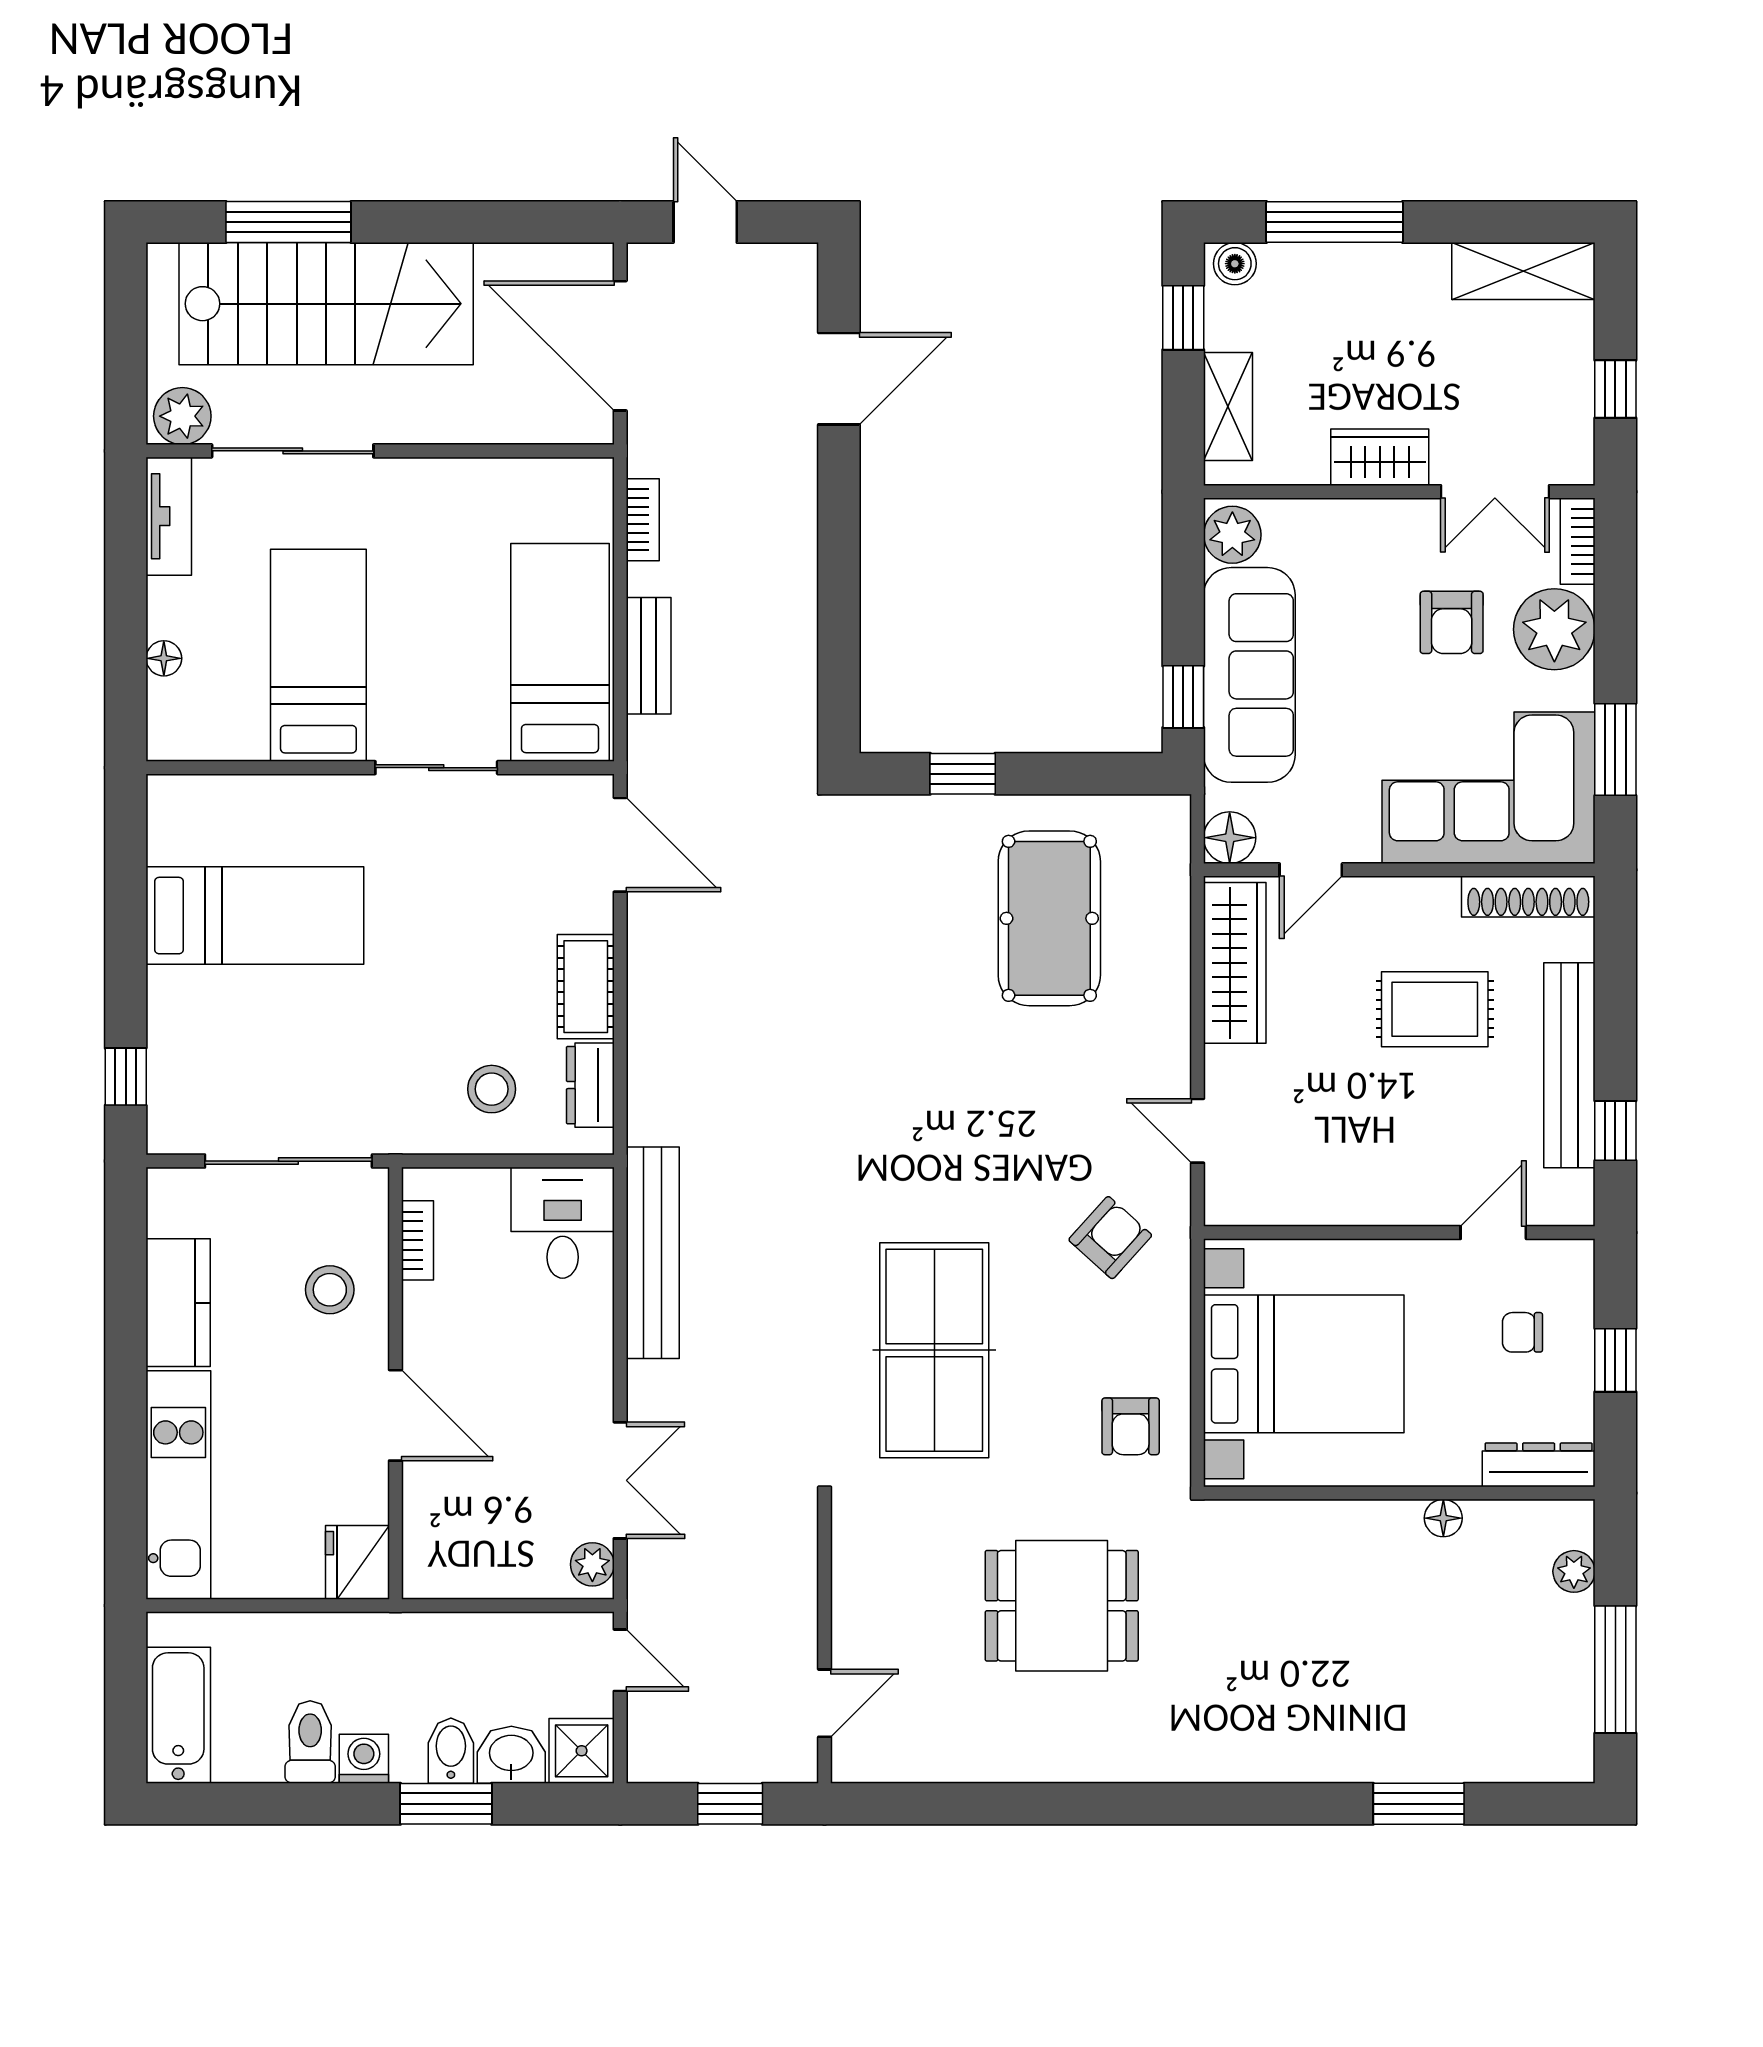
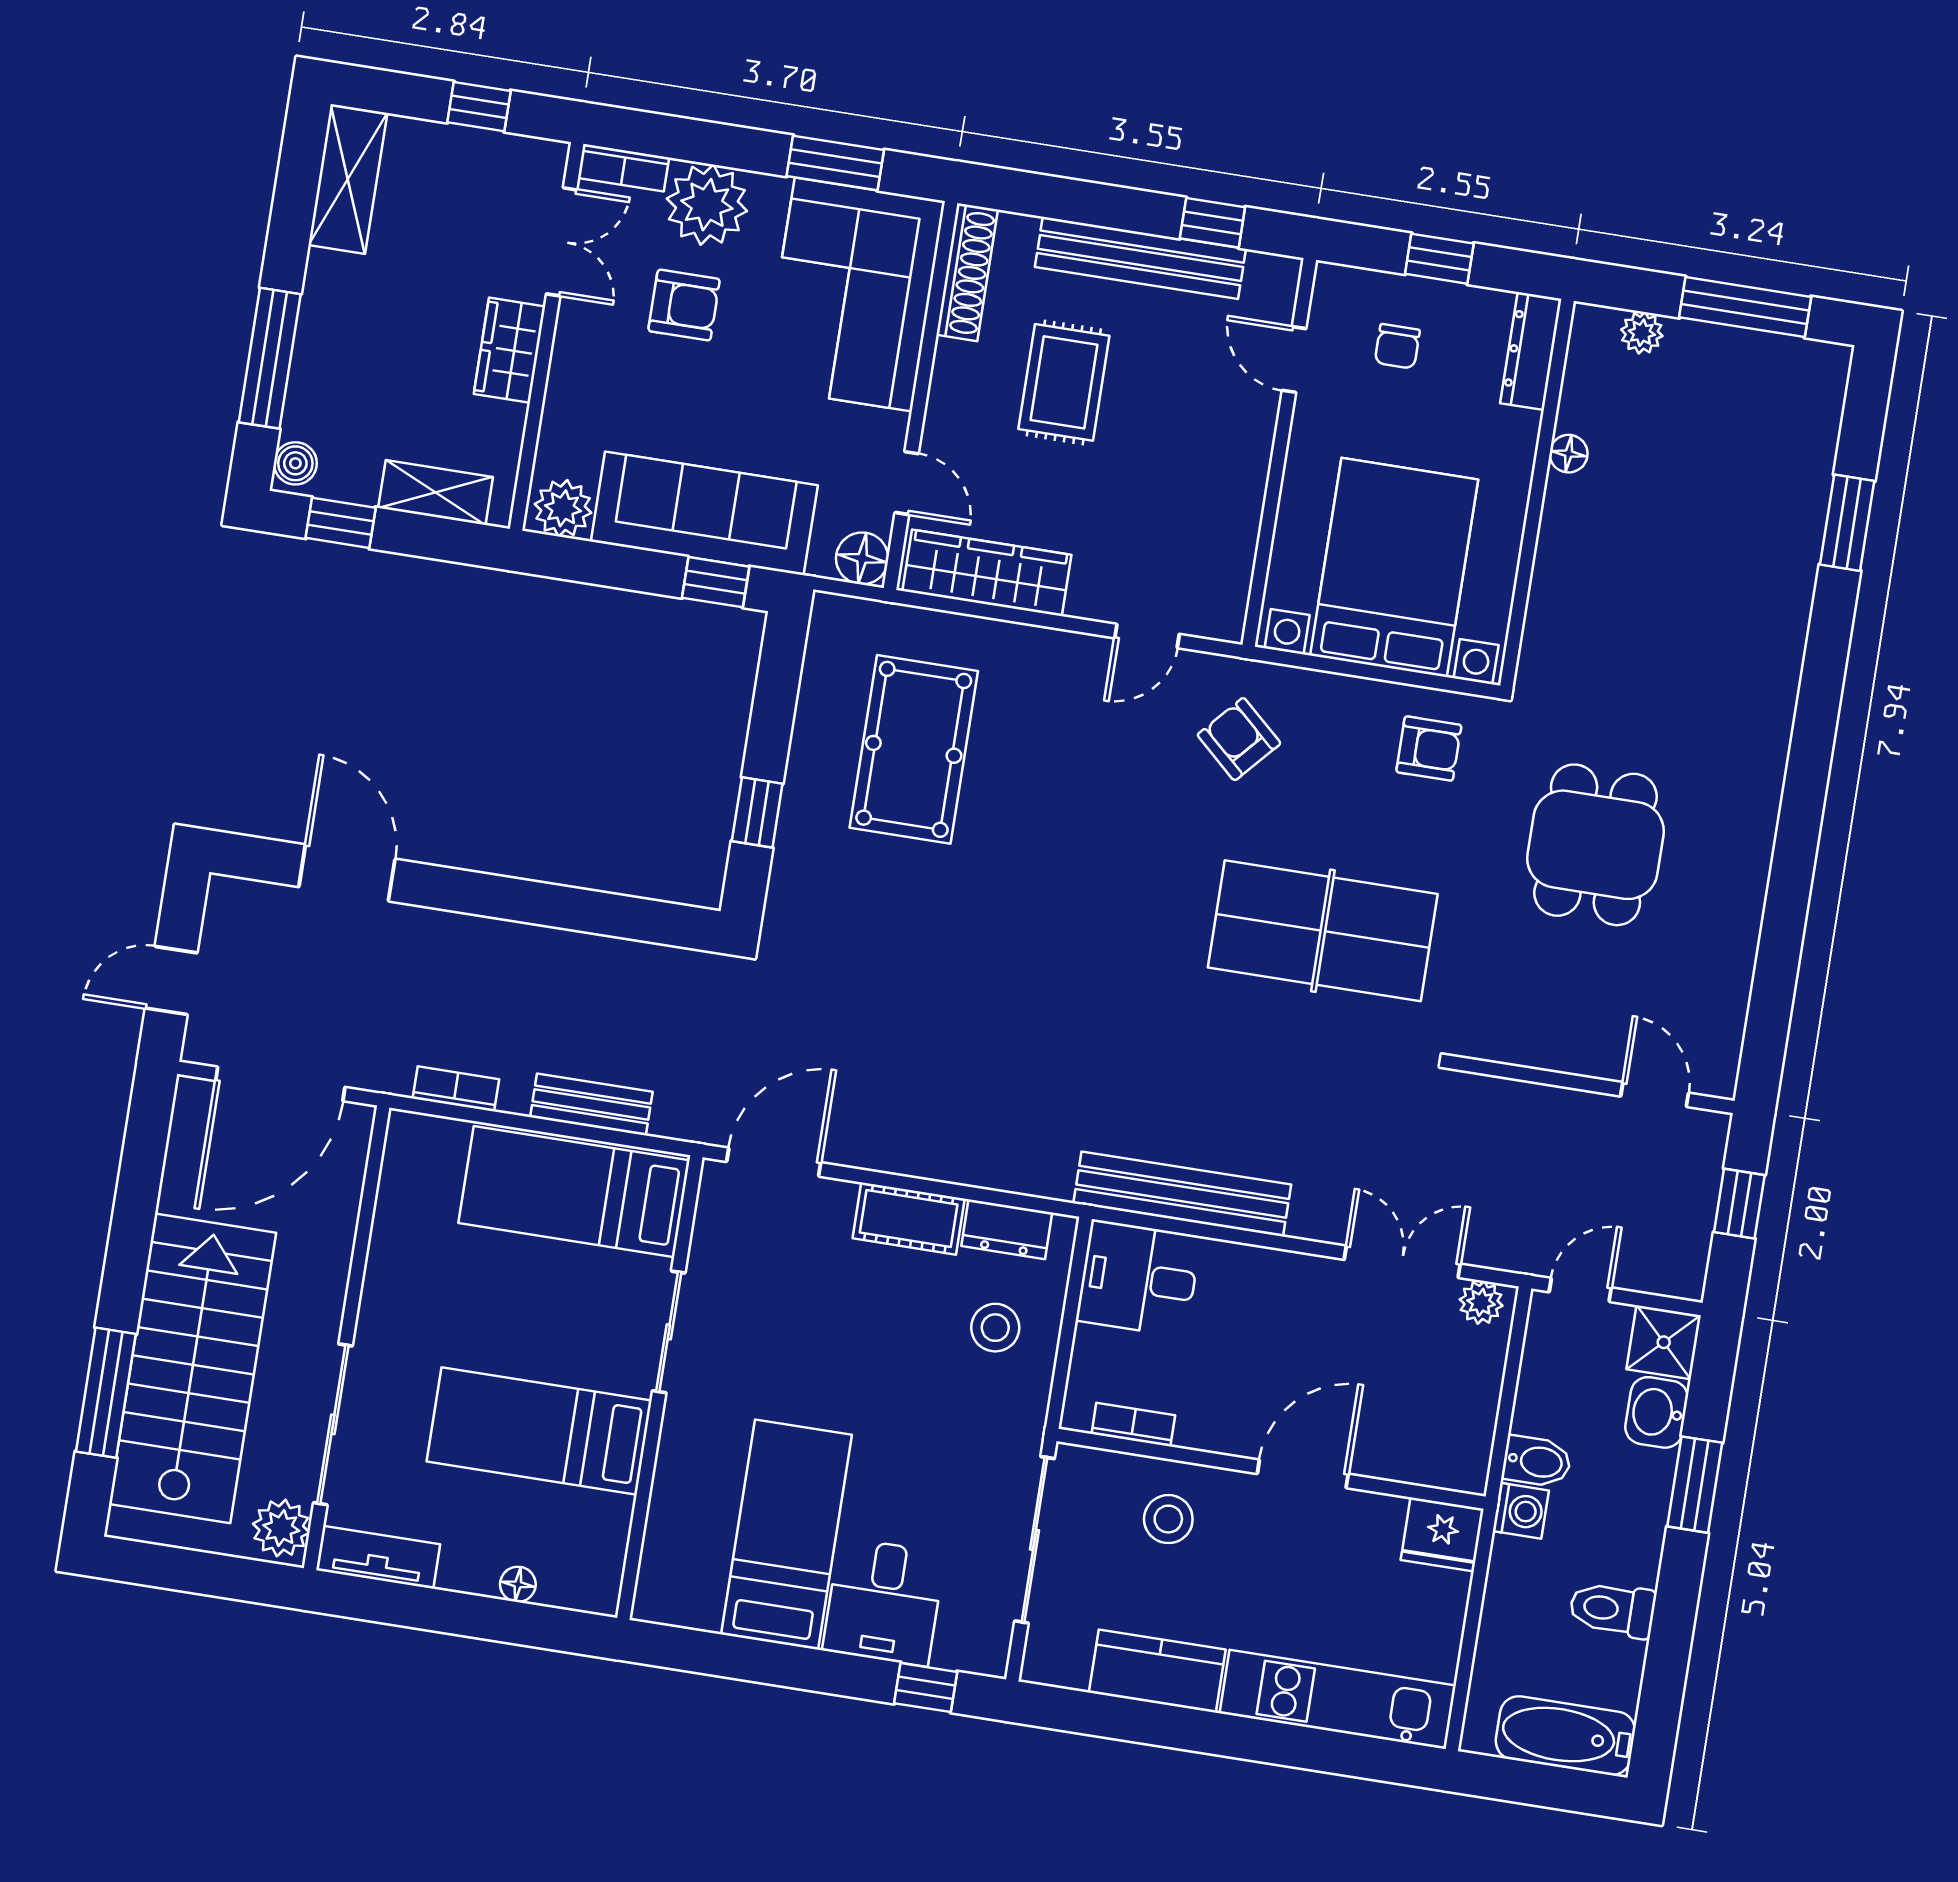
pool table: (1049, 918) -> (914, 749), turned 90
desk: (204, 1022) -> (884, 1602), added
bidet: (451, 1751) -> (1537, 1461), moved, turned 180
washing machine: (364, 1759) -> (1521, 1511), moved, turned 180

